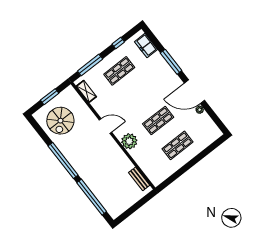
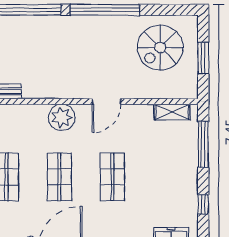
shop shelf: (119, 71) -> (112, 177), moved
spiral stairs: (60, 121) -> (160, 48), turned -90

